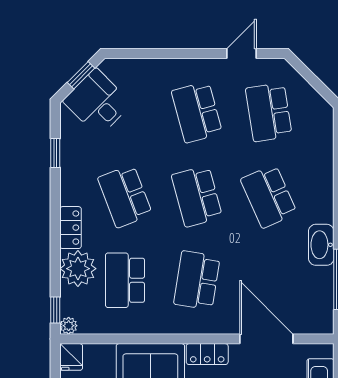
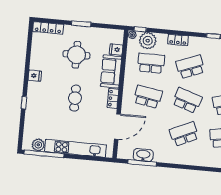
school desk: (197, 196) -> (187, 100), turned 33
washbasin: (321, 245) -> (143, 155), moved
plant: (78, 269) -> (148, 41), moved
fridge: (71, 357) -> (116, 50), moved

